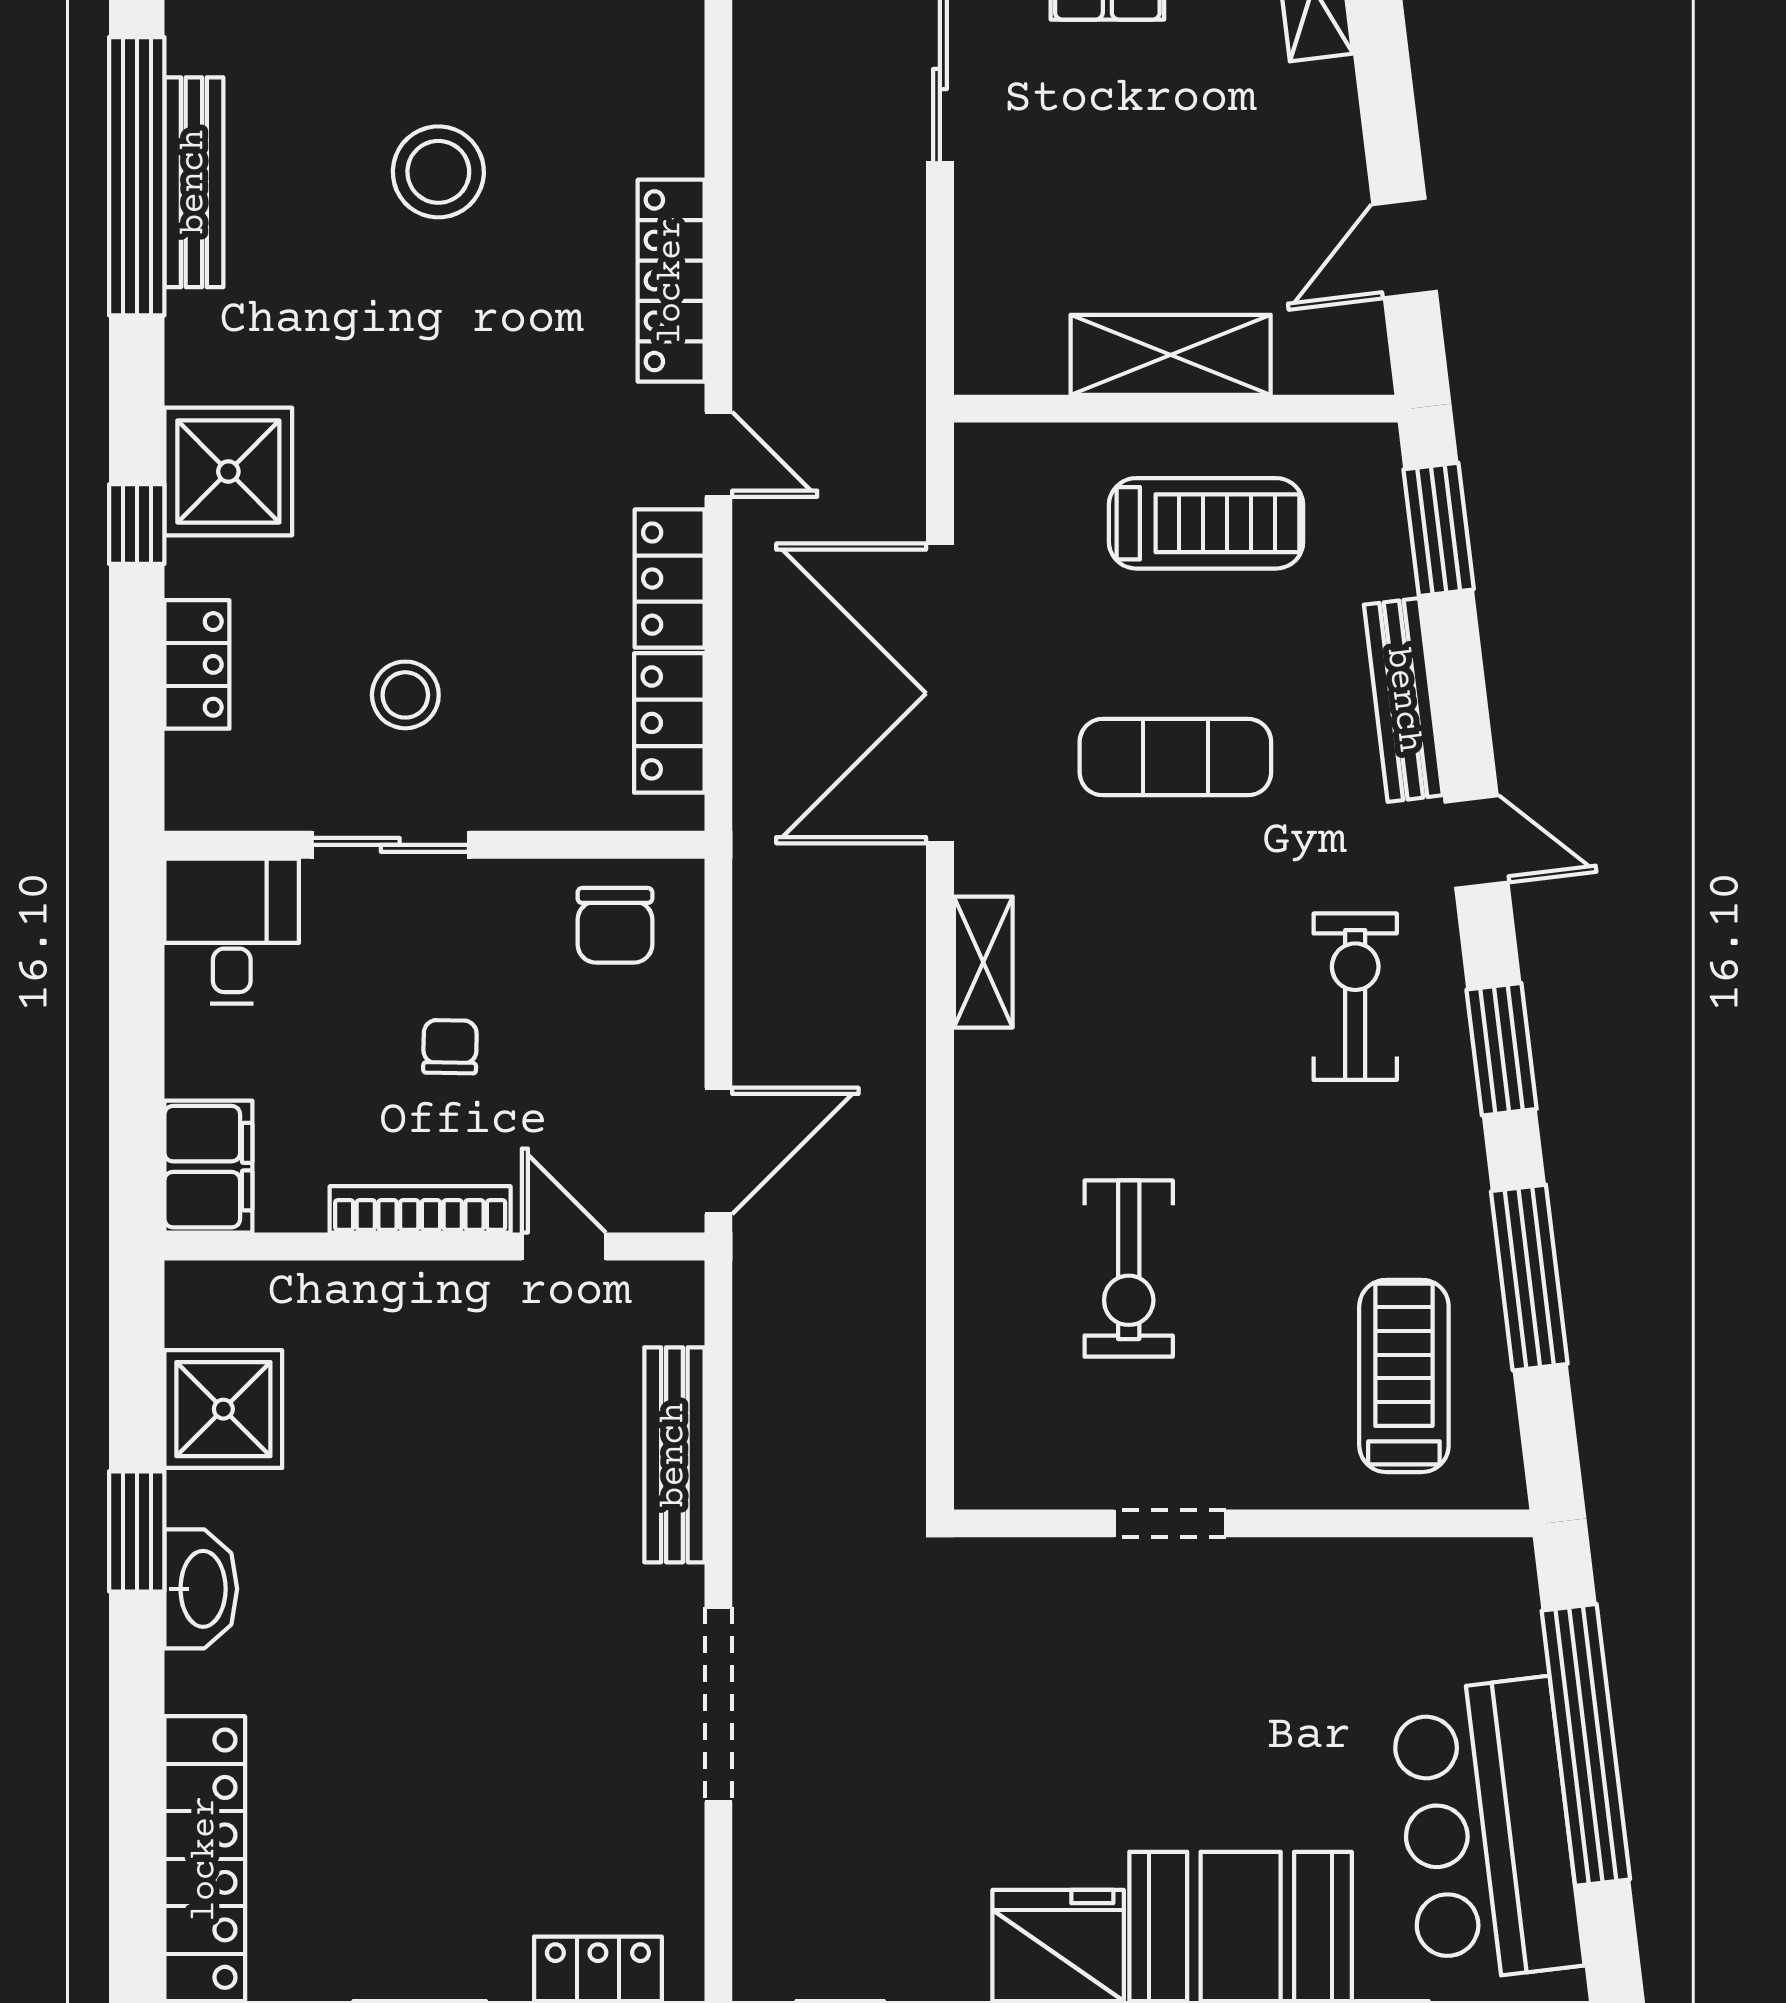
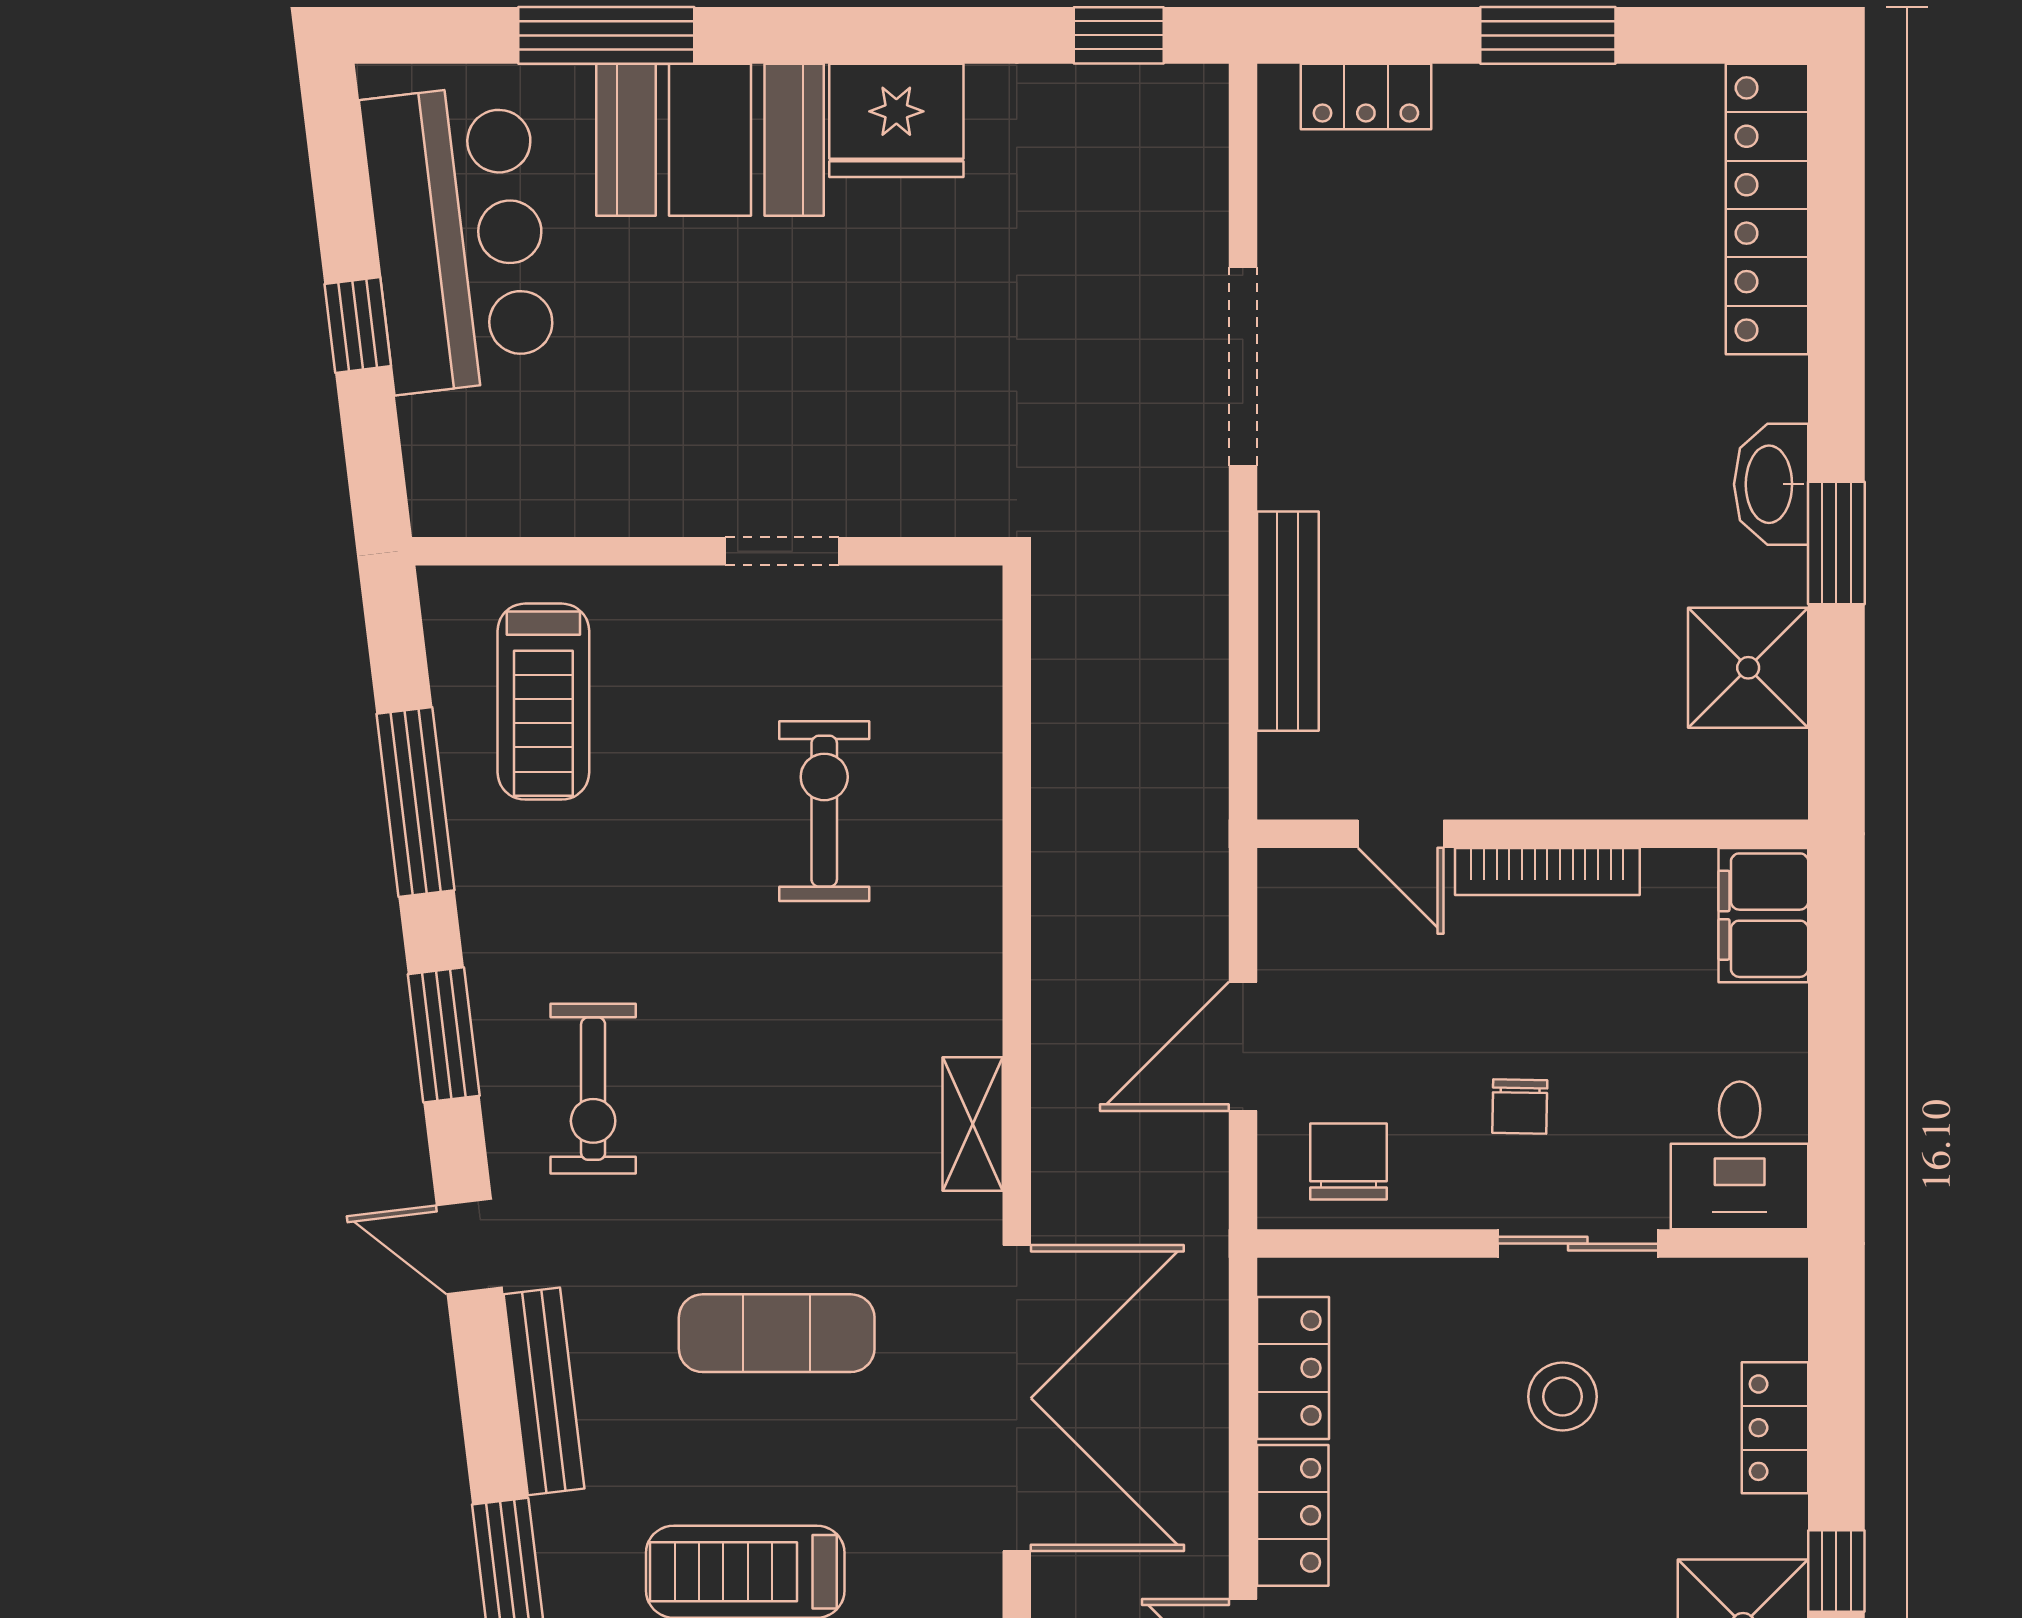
chair: (450, 1047) -> (1520, 1106), moved
door: (718, 1151) -> (1243, 1046), moved
window: (1586, 1745) -> (358, 325), width x0.32

